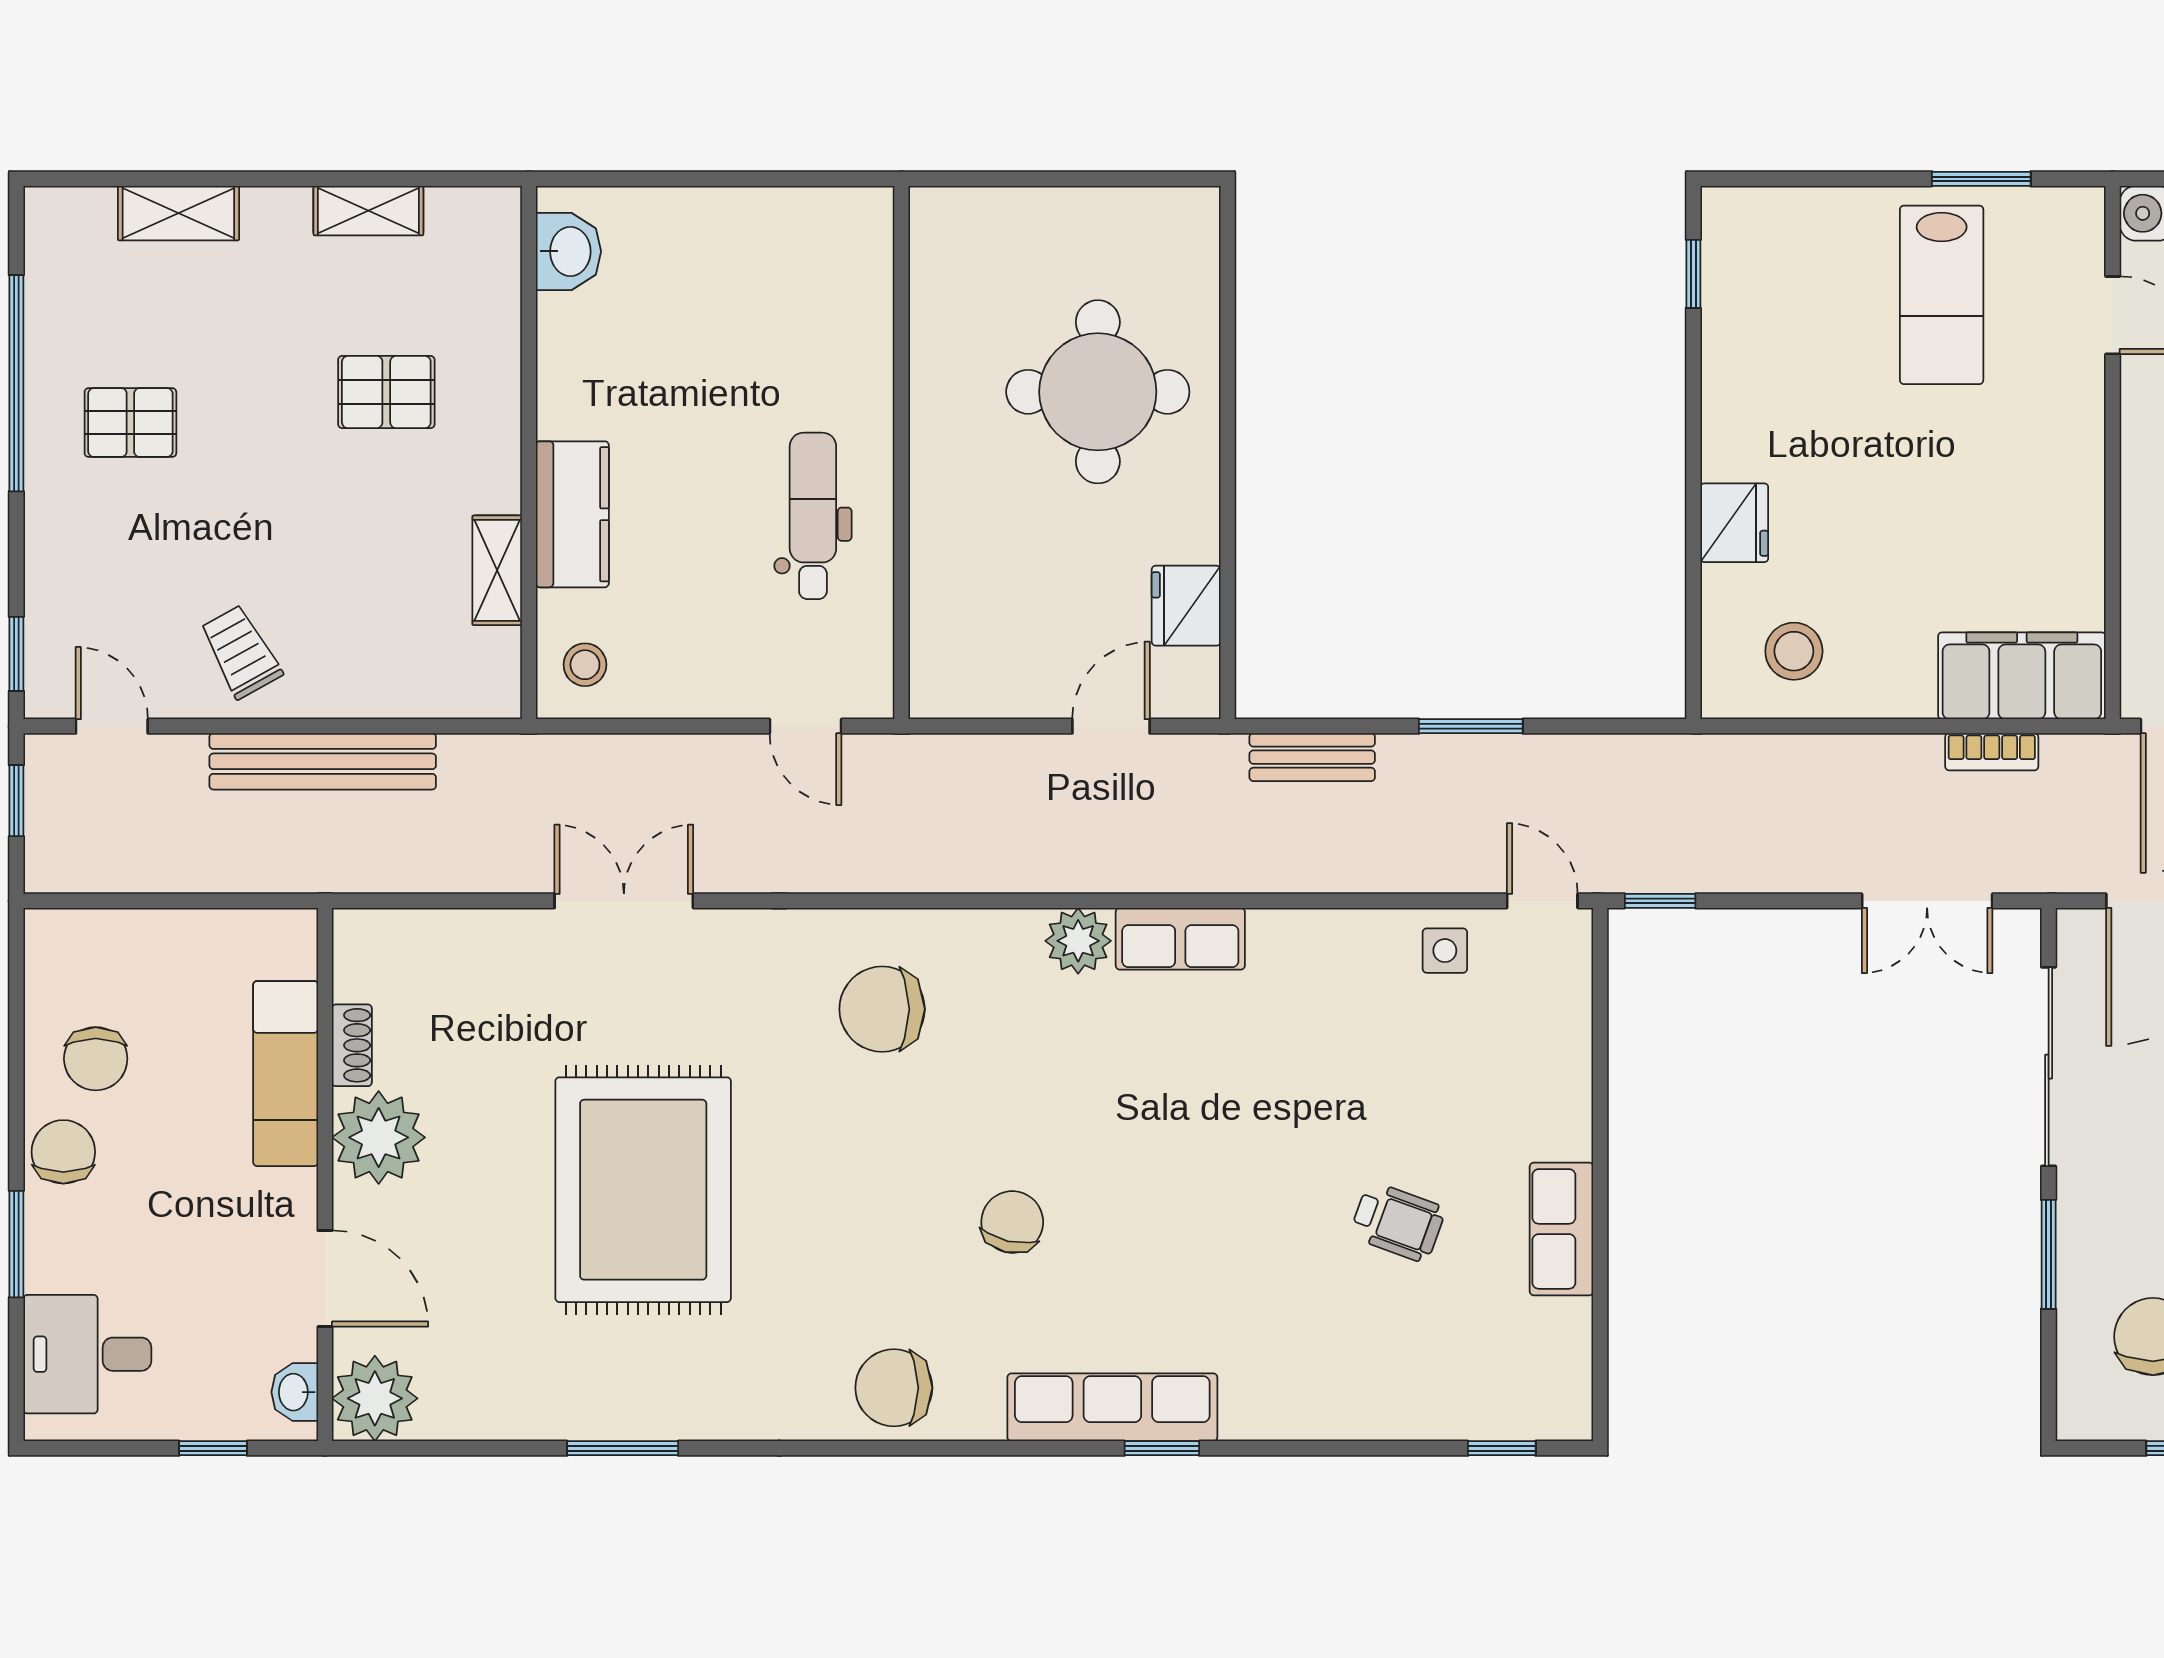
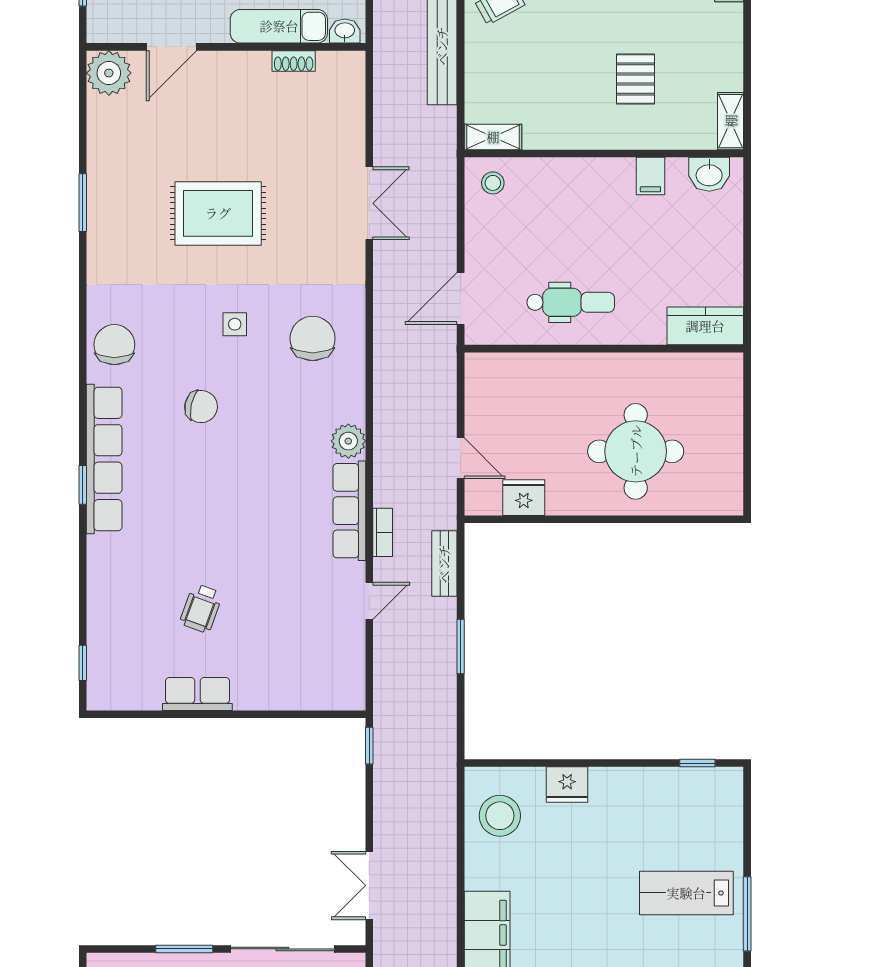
window: (1981, 179) -> (747, 914), width x1.44
shelving: (368, 211) -> (731, 121), moved
filing cabinet: (572, 363) -> (650, 176), added
kitchen counter: (572, 514) -> (705, 326), moved, turned 180
shelving: (497, 570) -> (493, 137), moved
stool: (1794, 651) -> (500, 816), width x1.38, depth x1.38
door: (806, 726) -> (461, 298), width x1.38
bookcase: (1992, 752) -> (383, 532), moved, turned 180
door: (1542, 901) -> (369, 601), moved
row of seats: (1180, 939) -> (349, 511), width x1.48
side table: (1445, 951) -> (235, 324), moved
plant: (379, 1137) -> (245, 75), removed
rug: (643, 1190) -> (218, 213), width x0.73, depth x0.69
washbasin: (295, 1392) -> (345, 31), moved
row of seats: (1112, 1407) -> (104, 459), width x1.36

